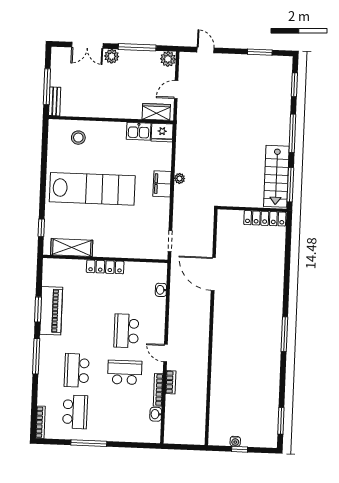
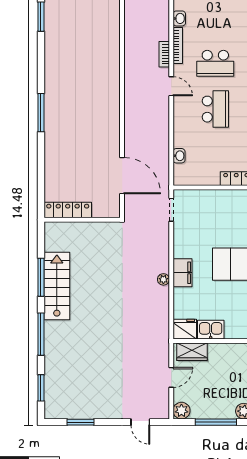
wall: (252, 209) -> (82, 220), moved
locker: (265, 218) -> (68, 210), moved

